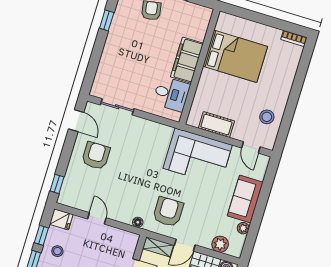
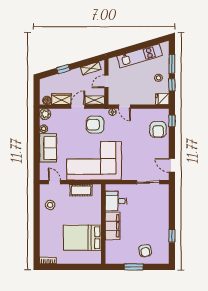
armchair: (96, 156) -> (158, 129), moved
corner sofa: (198, 157) -> (94, 161), width x1.36, depth x1.36
armchair: (168, 212) -> (95, 125), turned 90
door: (97, 218) -> (124, 107), moved
plant: (220, 244) -> (45, 114), moved

